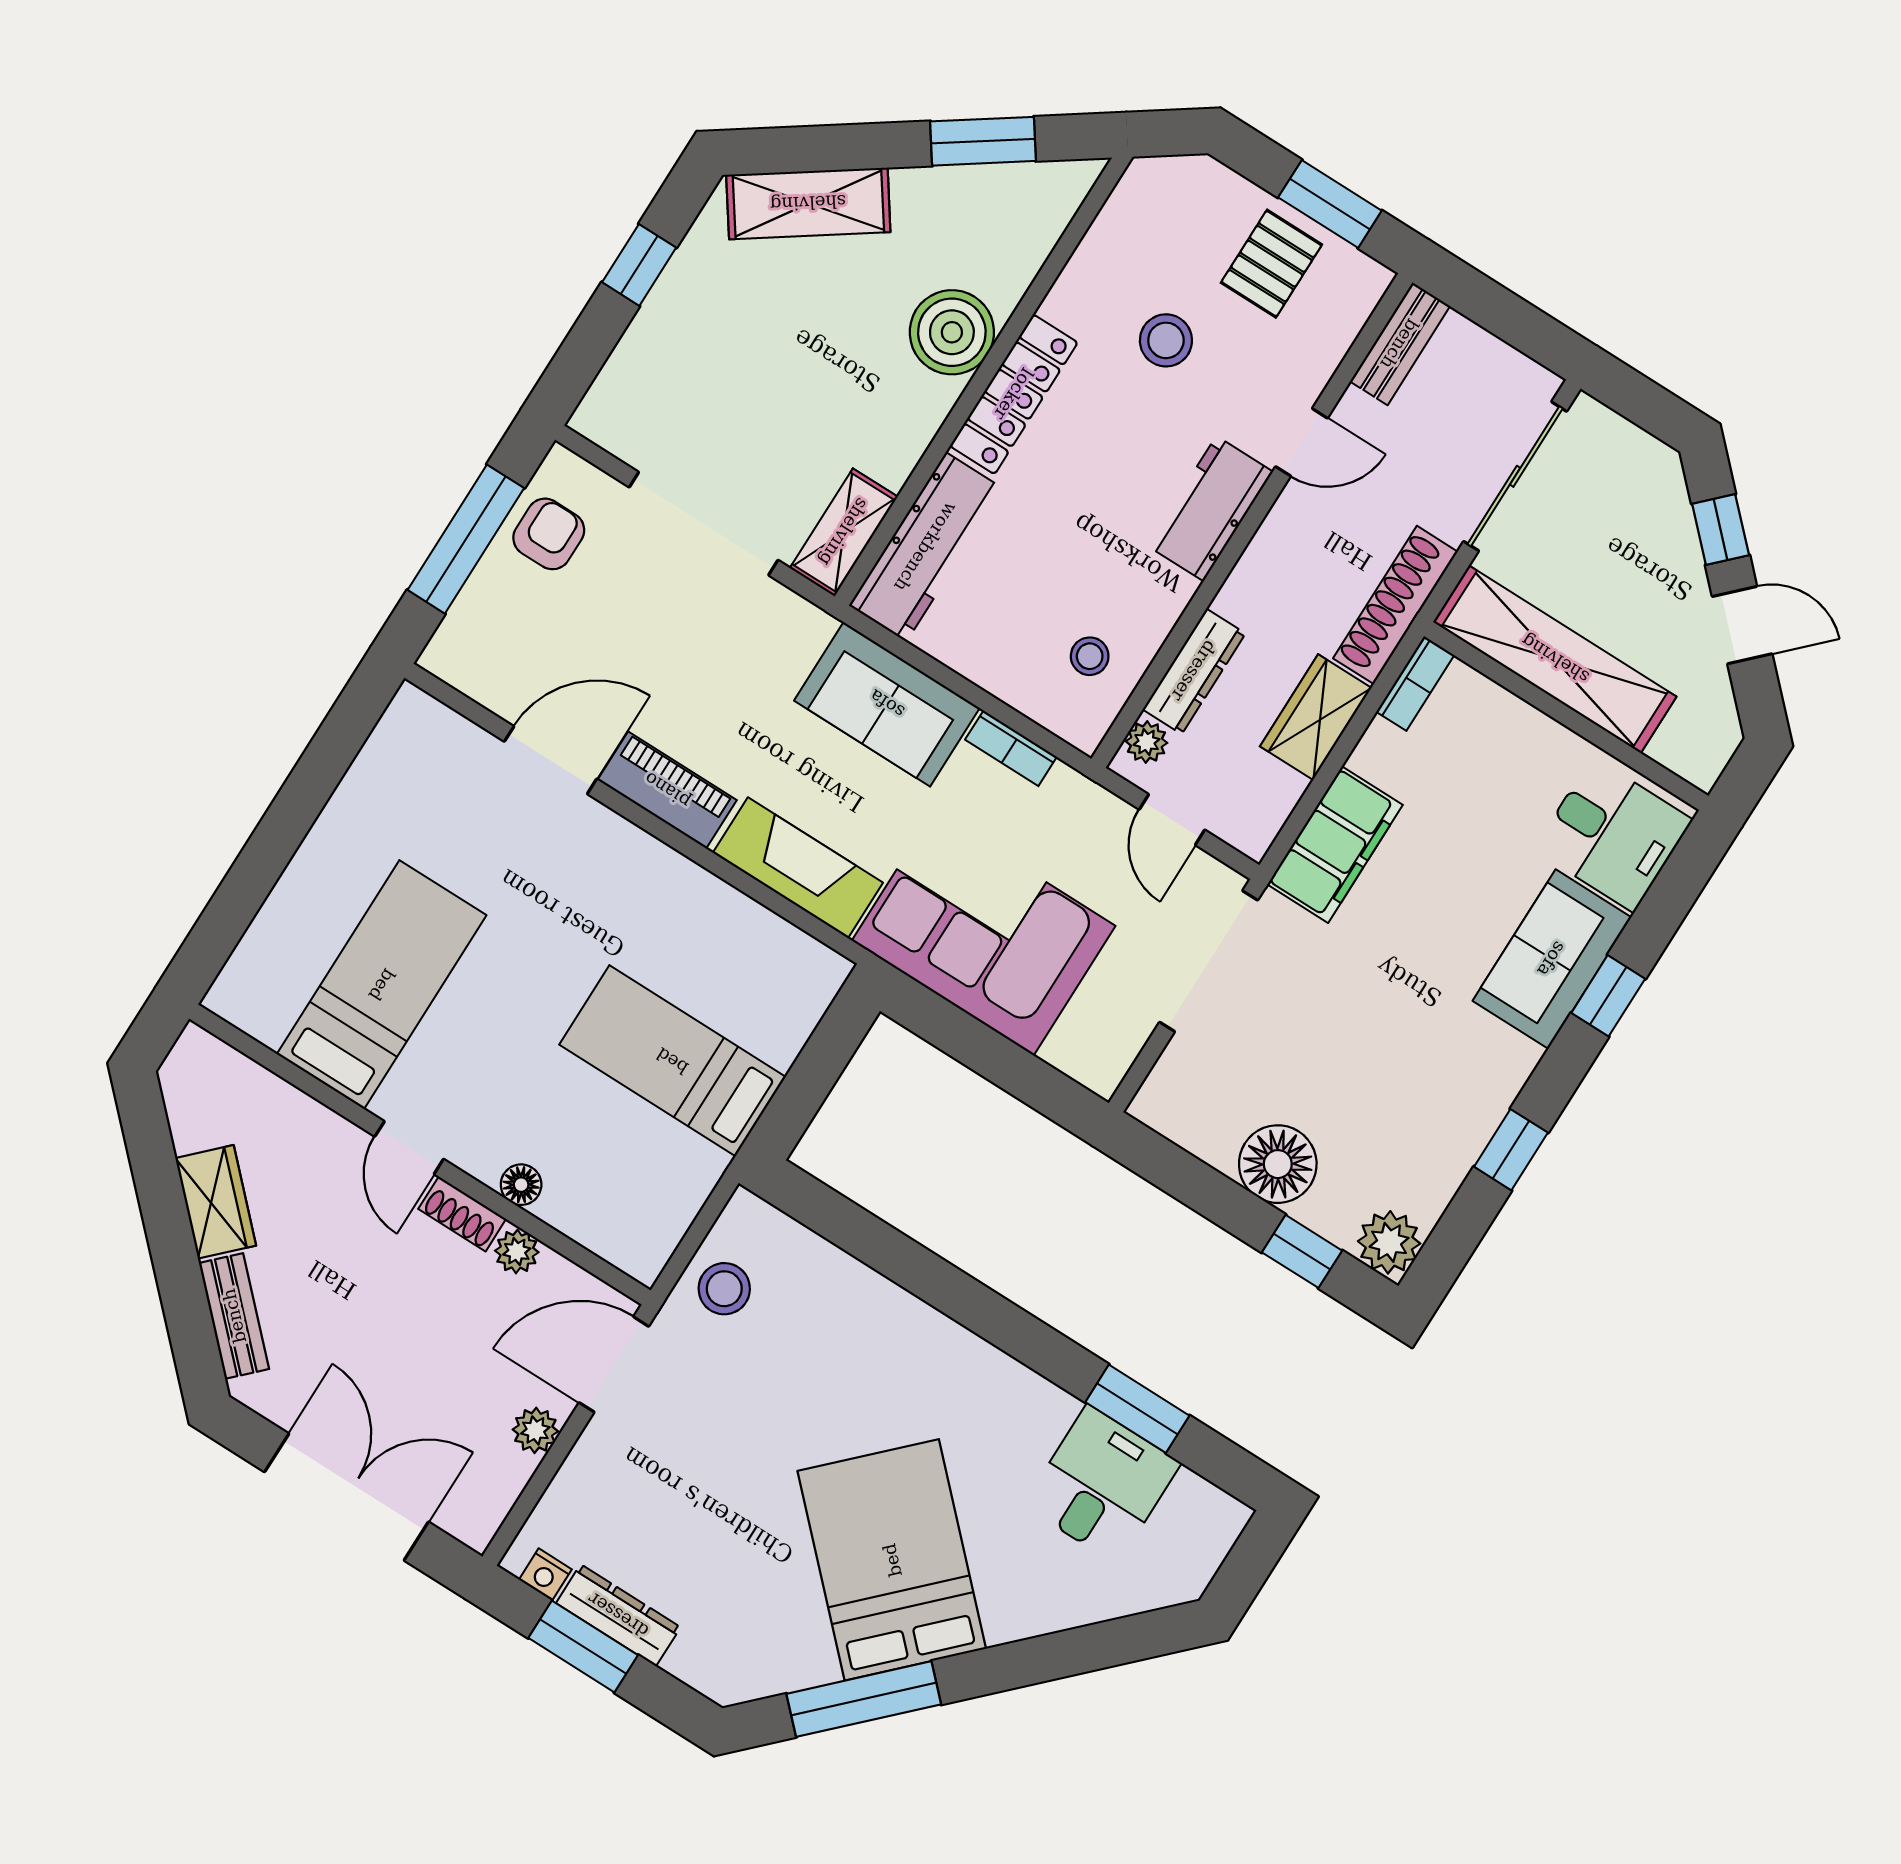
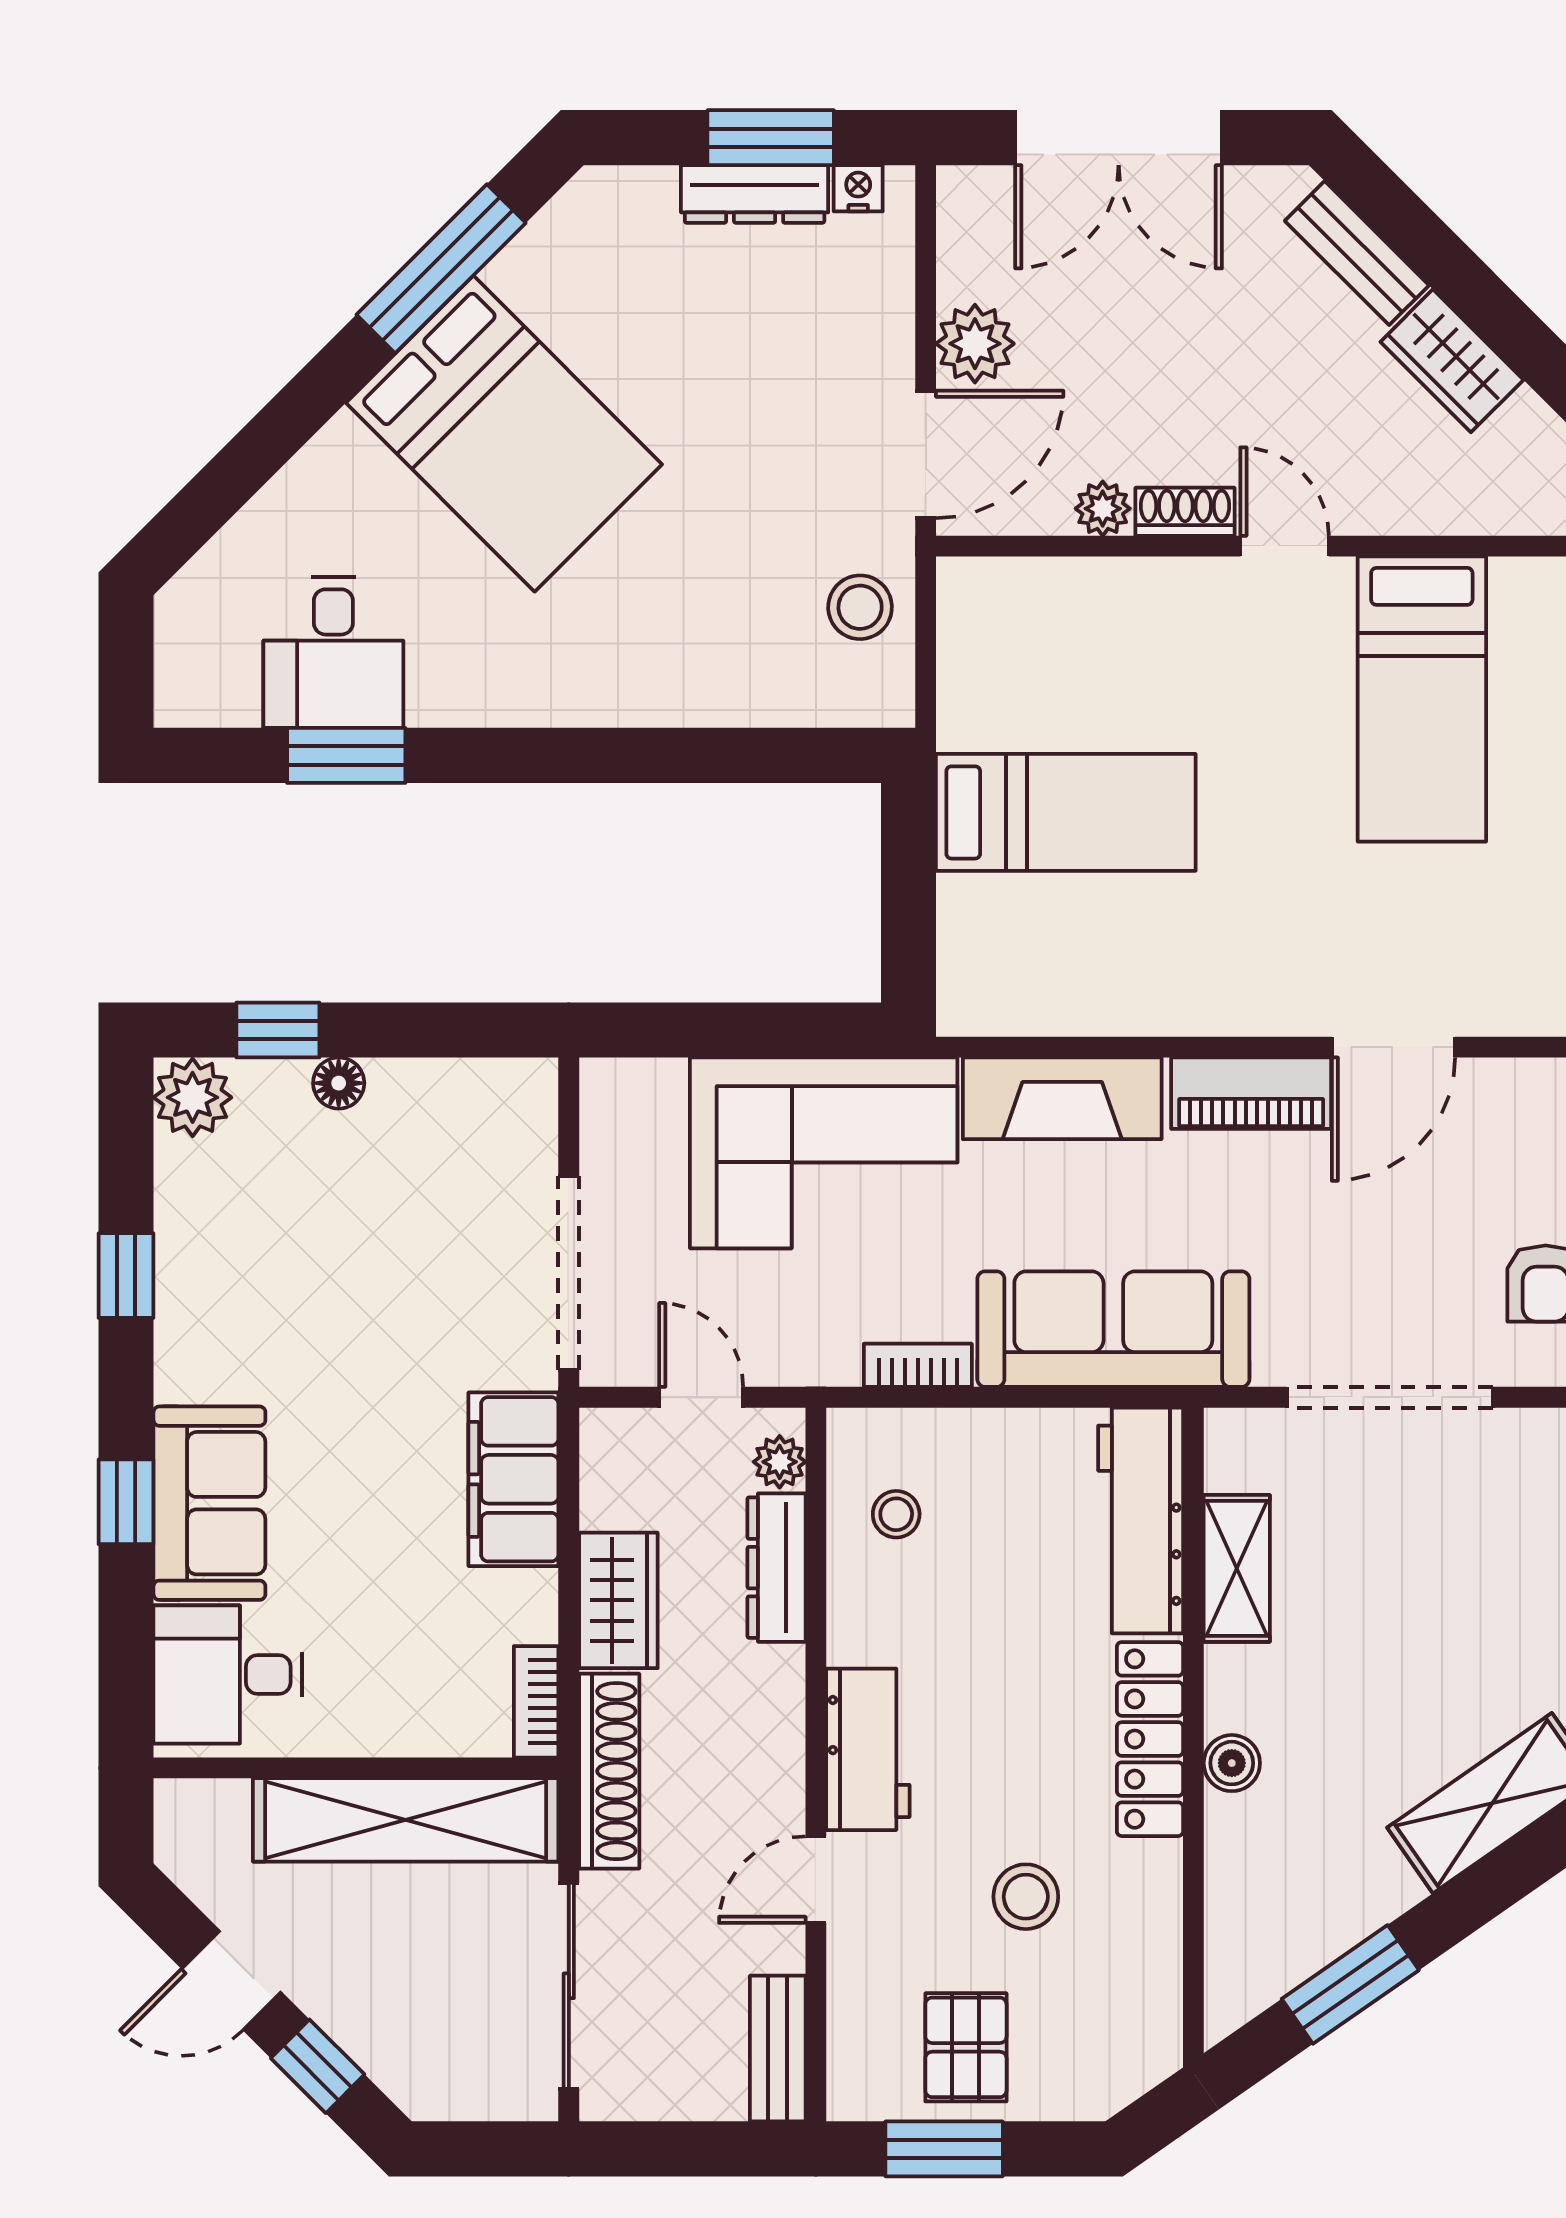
boiler: (952, 332) -> (1232, 1763), width x0.54, depth x0.54
shelving: (844, 532) -> (1237, 1568), moved
sofa: (887, 704) -> (1113, 1329), width x1.36
floor lamp: (1278, 1164) -> (339, 1083), width x0.53, depth x0.53
floor lamp: (521, 1185) -> (1143, 582), removed
plant: (535, 1430) -> (975, 344), width x1.38, depth x1.38

